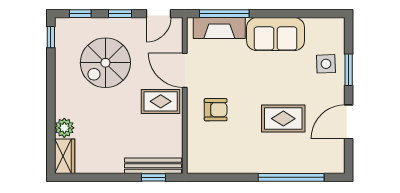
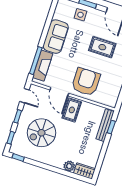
spiral stairs: (105, 63) -> (41, 133), turned 90
door: (185, 70) -> (59, 92), hinge flipped
armchair: (216, 110) -> (86, 82), width x1.88, depth x1.88
rug: (283, 119) -> (102, 47), turned 90

